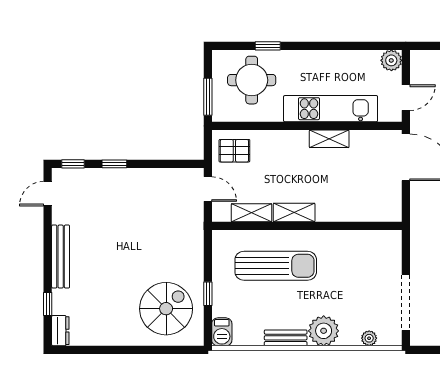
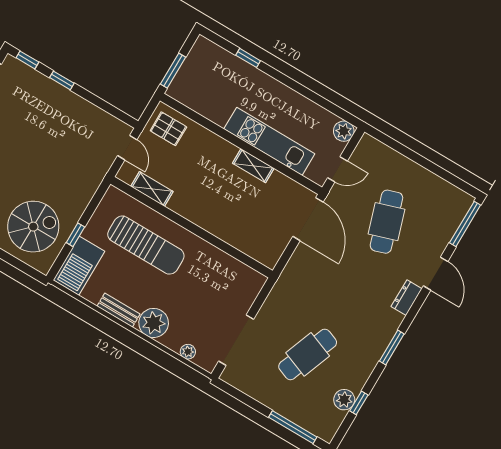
round table: (252, 80) -> (218, 78), removed
shelving: (294, 213) -> (187, 210), removed
barbecue: (222, 332) -> (79, 266), width x1.88, depth x1.53

